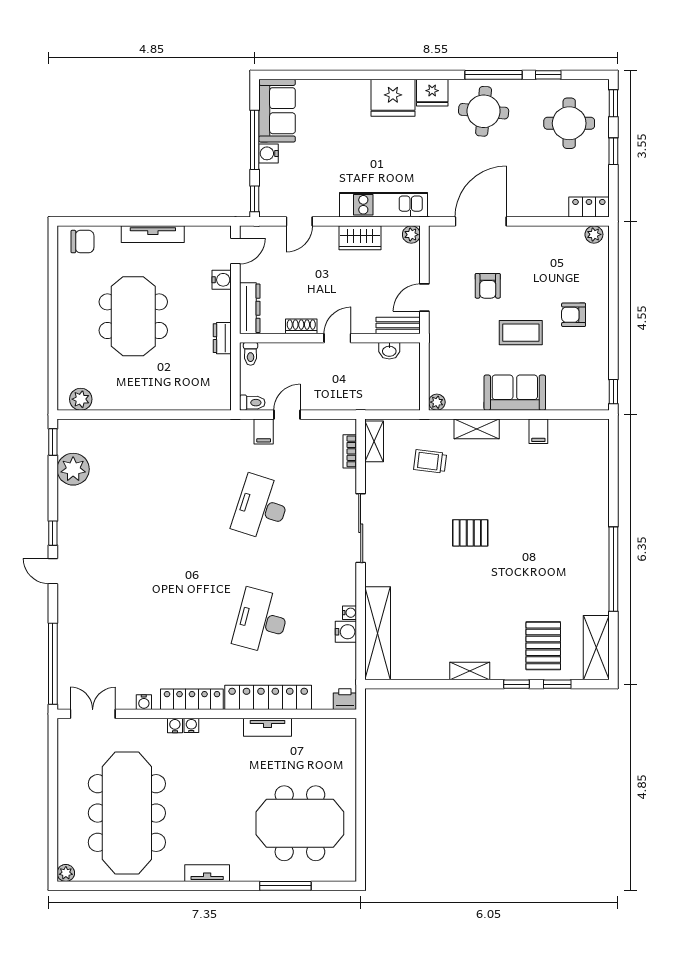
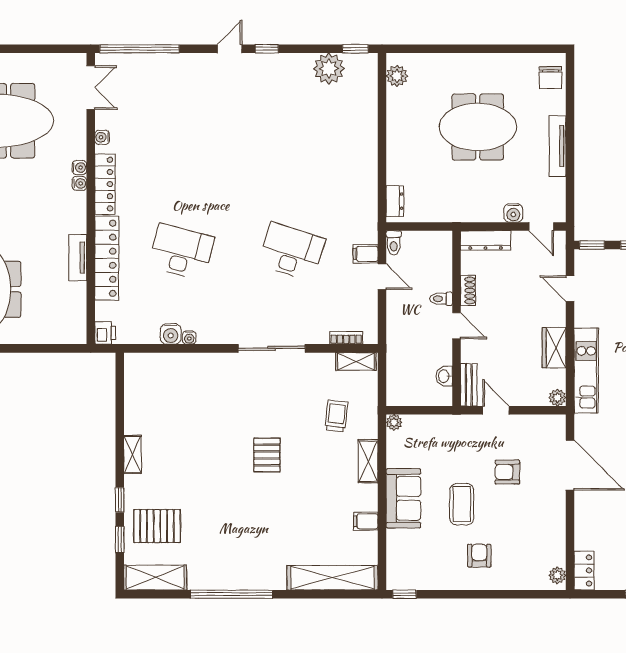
dresser: (222, 338) -> (395, 201), moved, turned 90
toilet: (251, 354) -> (441, 299), moved
shelving: (378, 633) -> (332, 578), moved

